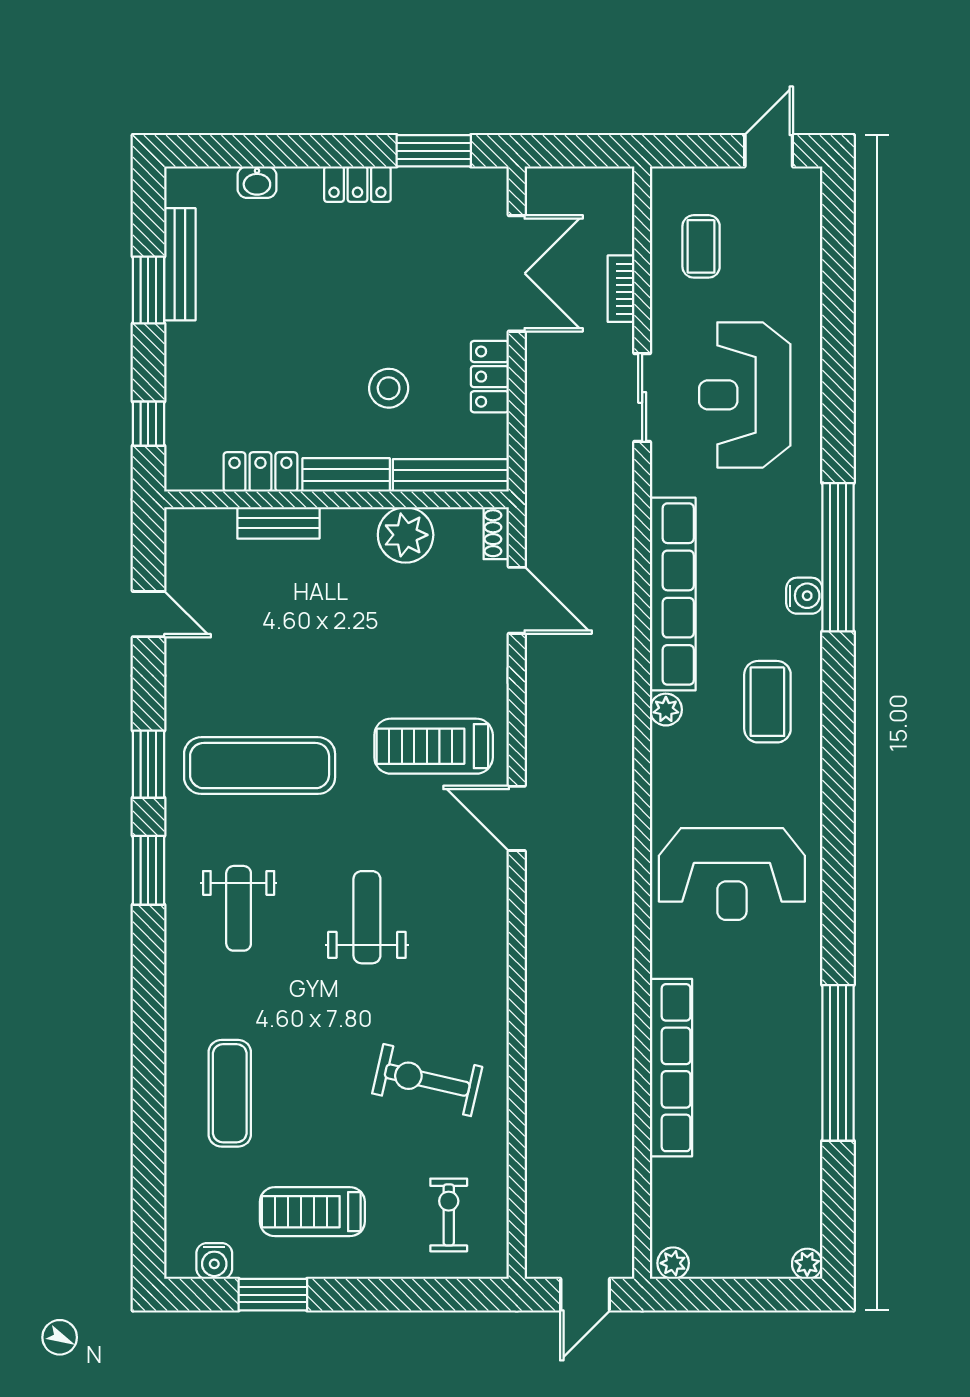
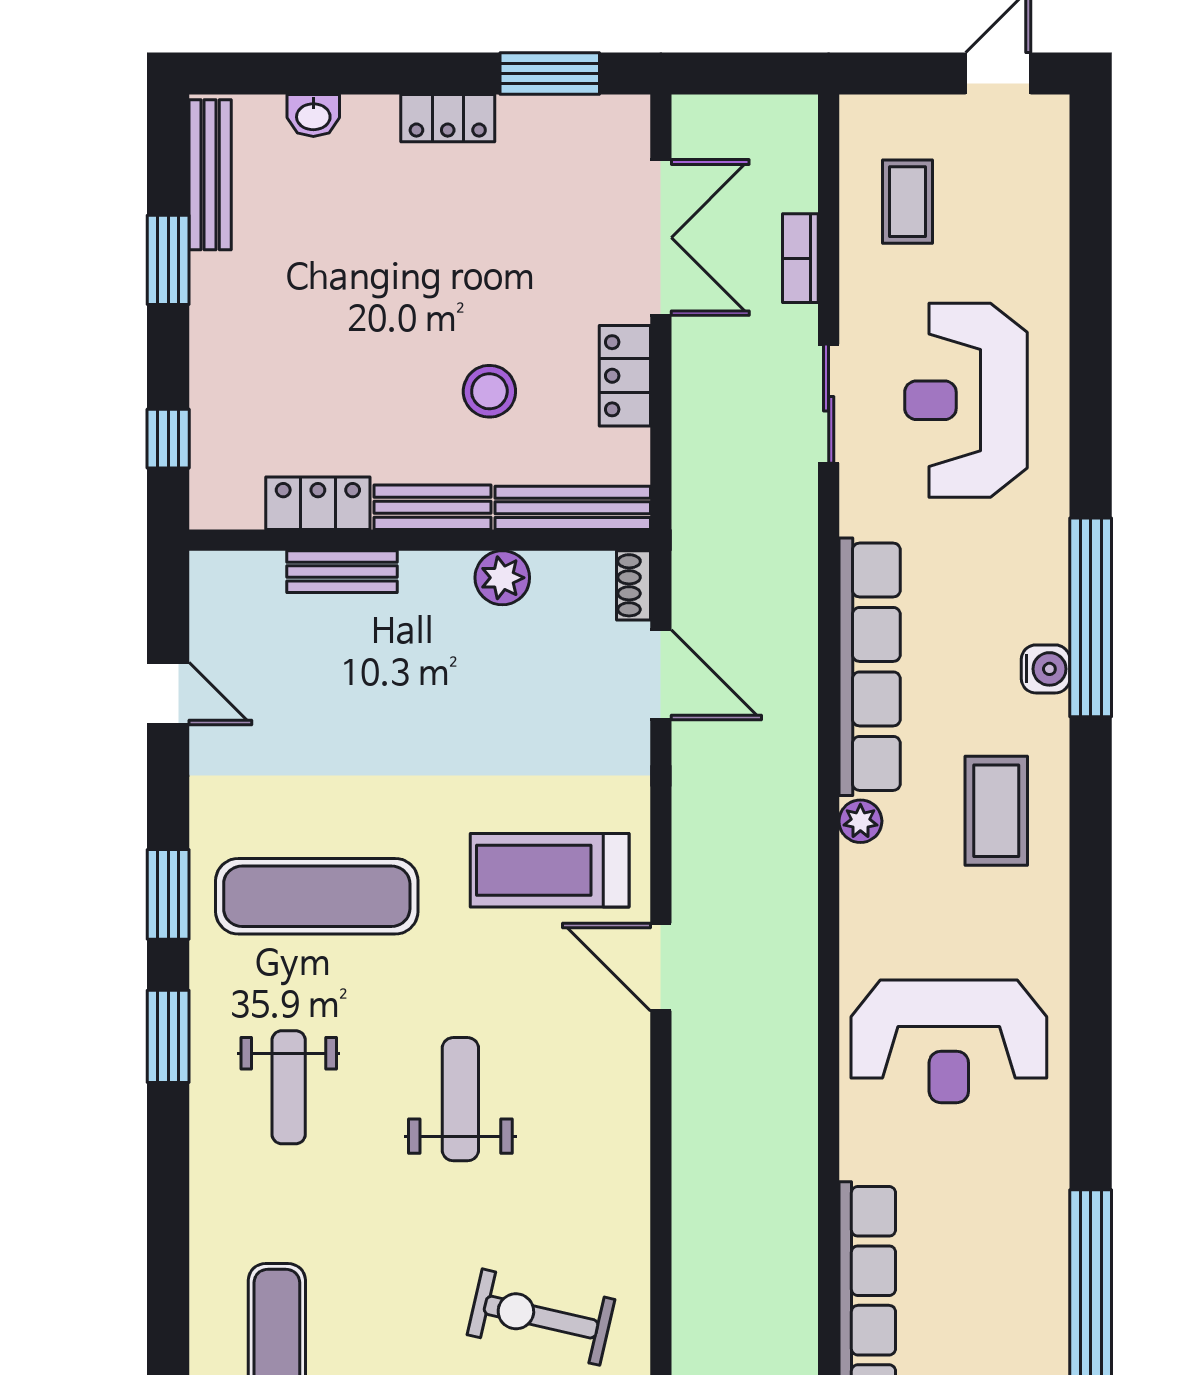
bench: (180, 264) -> (210, 175), moved
plant: (406, 535) -> (502, 578), width x0.73, depth x0.73

